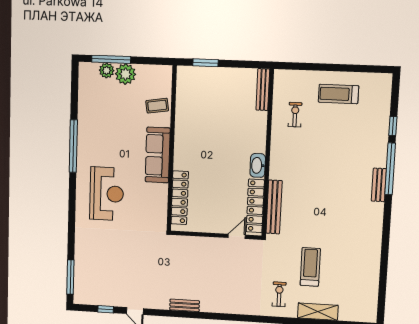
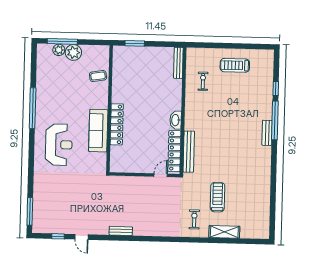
sofa: (158, 155) -> (98, 131), moved
locker: (180, 198) -> (117, 124), moved

